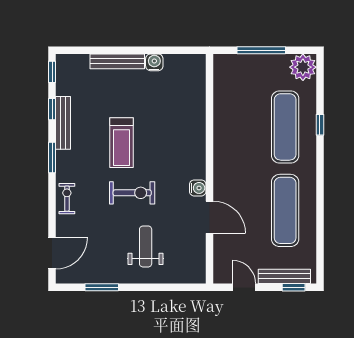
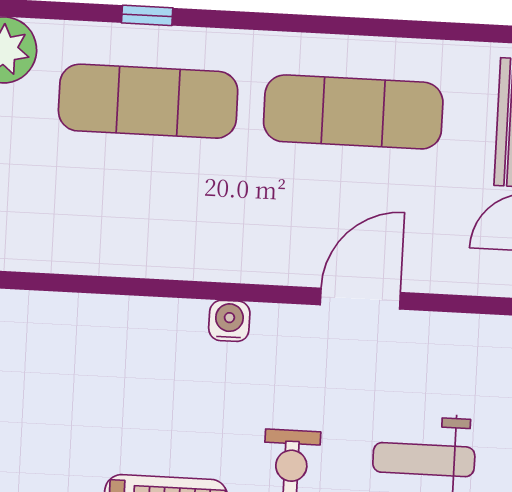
water cooler: (198, 188) -> (229, 321), moved

